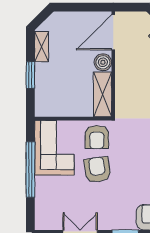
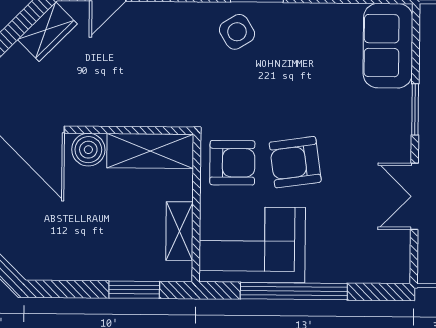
shelving: (42, 47) -> (179, 231), moved, turned 90
window: (30, 75) -> (134, 290), moved

